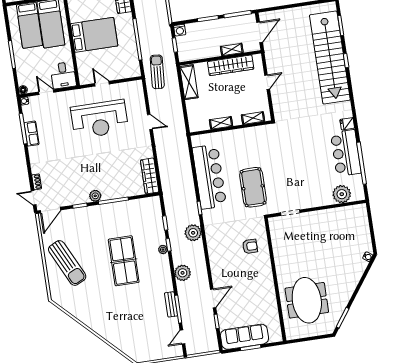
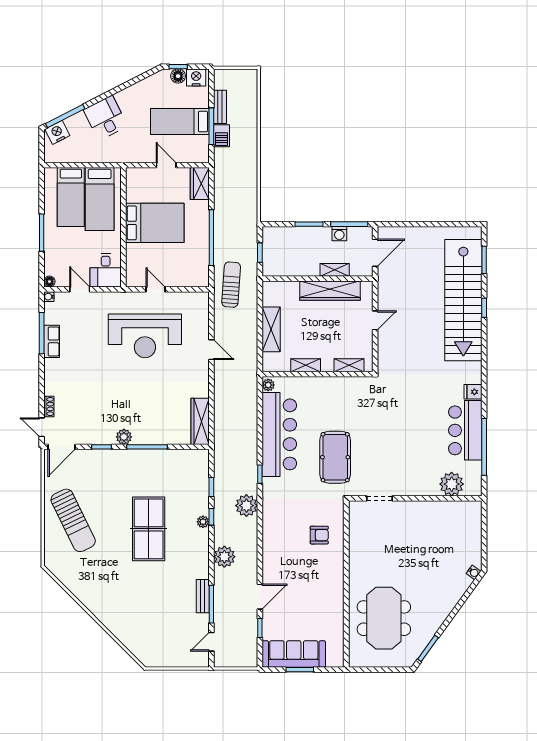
washing machine: (180, 30) -> (339, 234), moved
shelving: (189, 82) -> (271, 329), moved
plant: (196, 142) -> (268, 385), added

